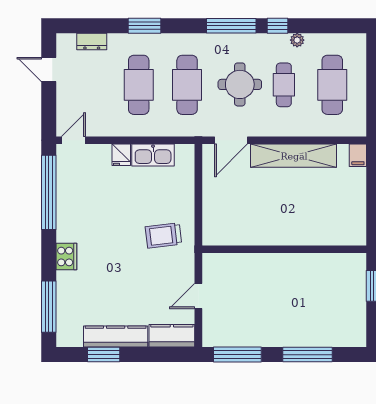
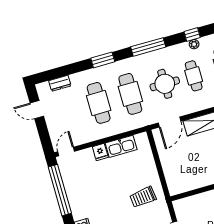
window: (145, 26) -> (103, 60), moved
window: (277, 26) -> (192, 34), moved

